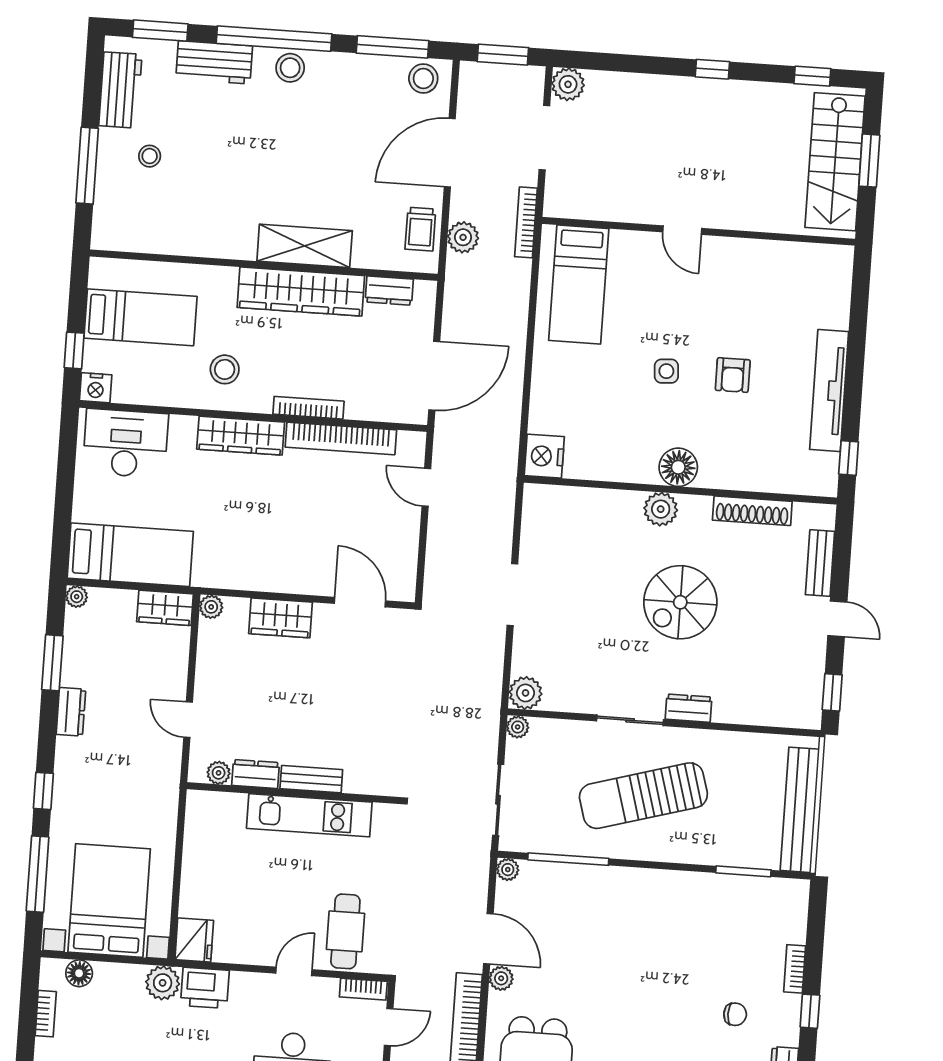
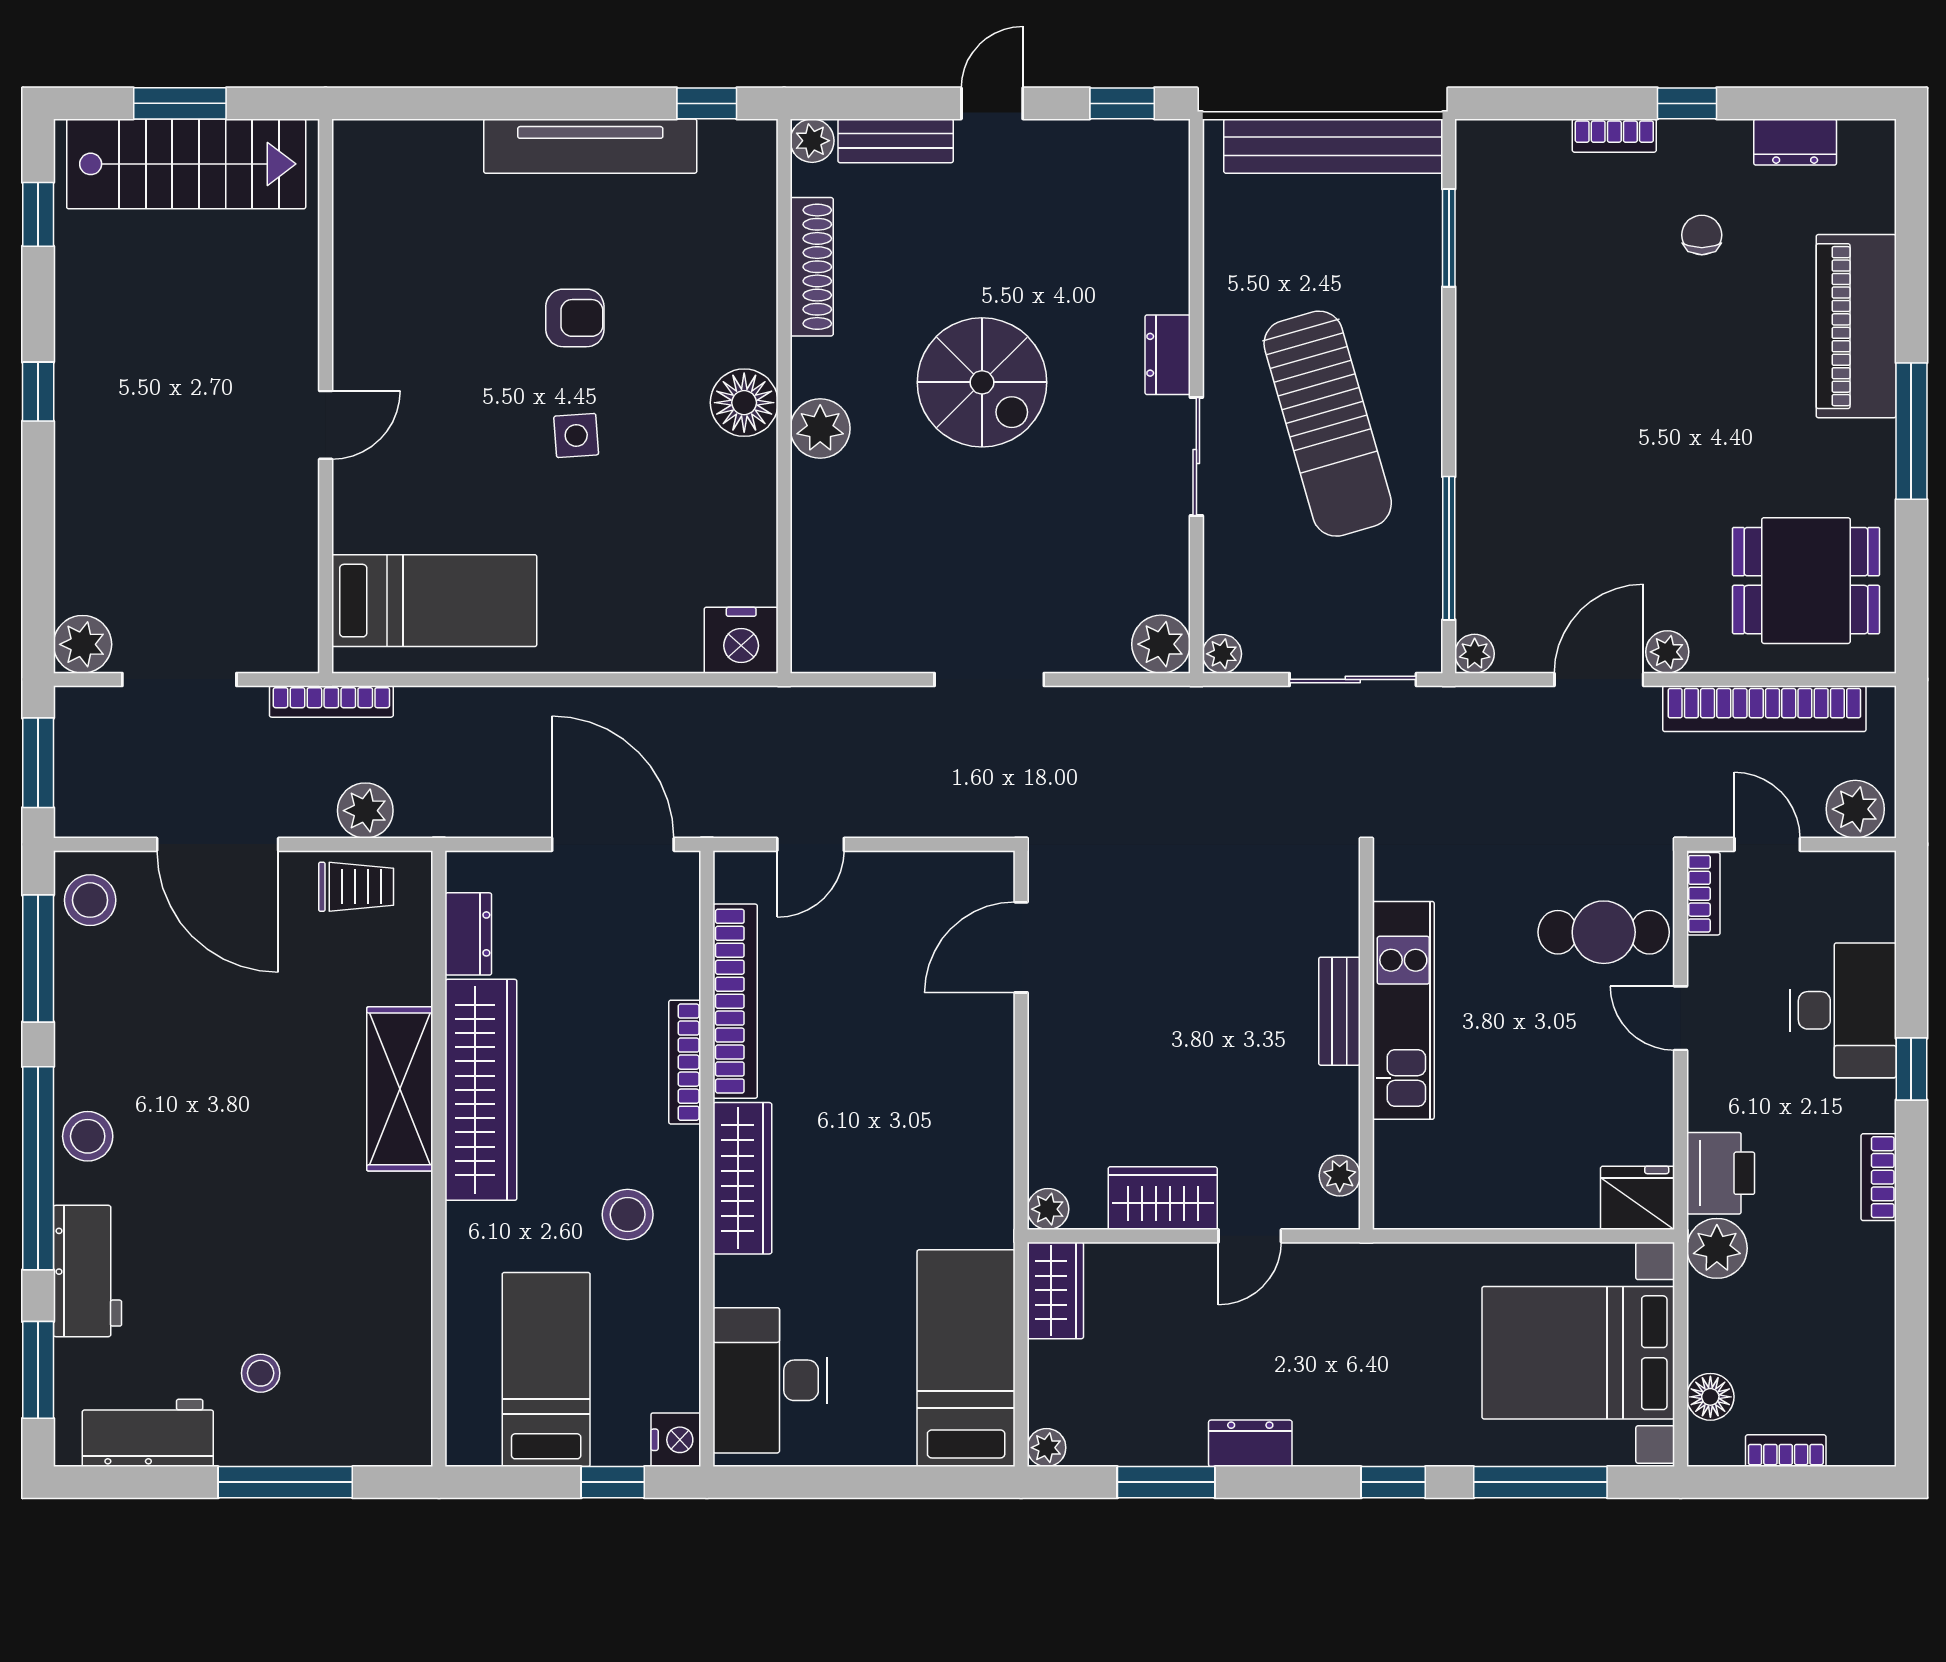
plant: (823, 516) -> (812, 141), added
wardrobe: (281, 618) -> (1163, 1198), moved, turned -90
dresser: (256, 774) -> (1337, 1110), removed

